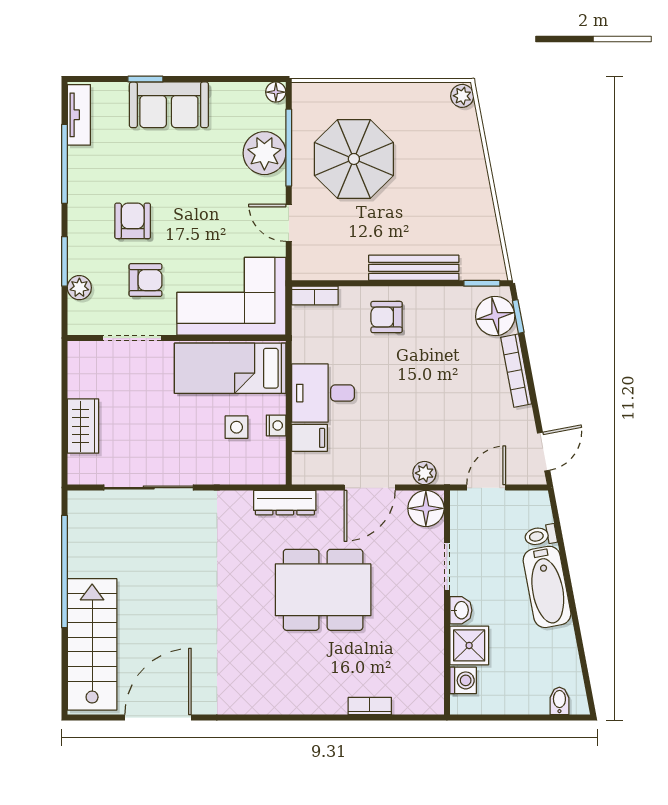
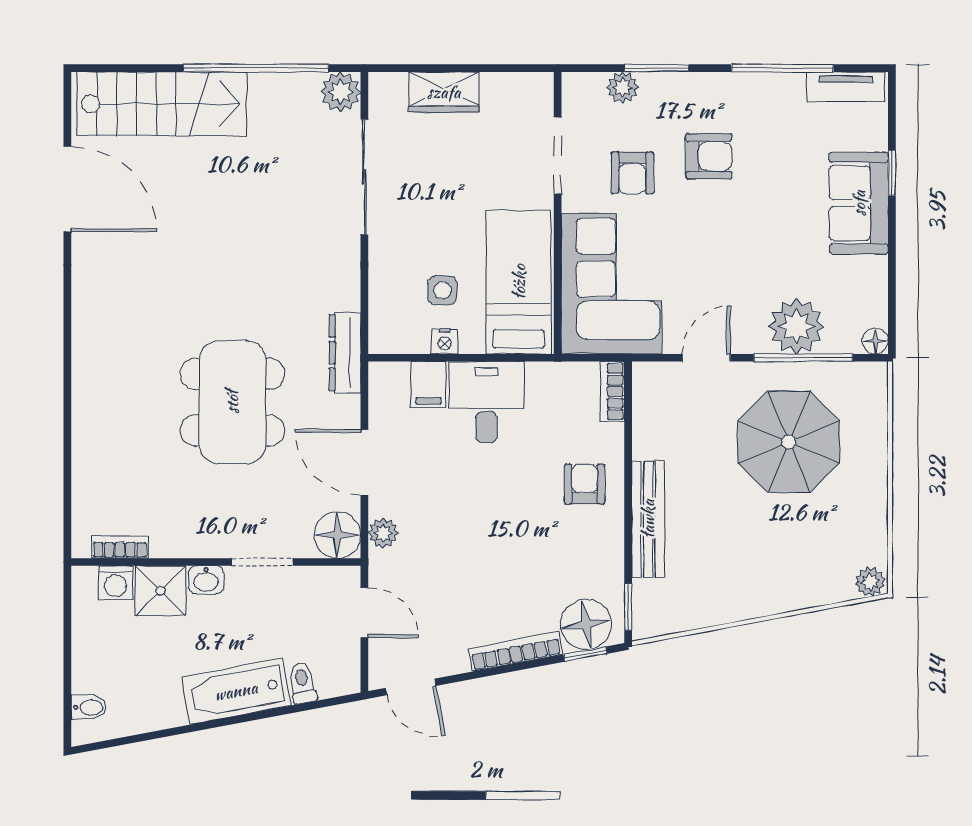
plant: (83, 506) -> (341, 92), added
bookcase: (370, 706) -> (120, 547), moved, turned -90

